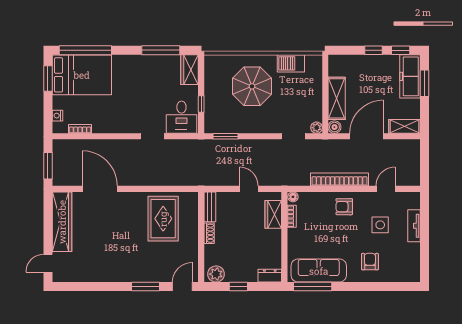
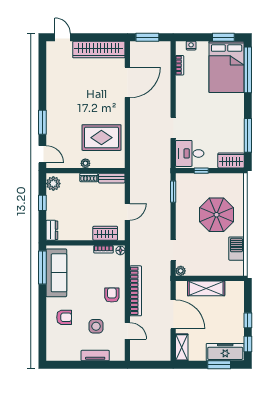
boiler: (334, 127) -> (181, 286), removed
plant: (193, 237) -> (85, 163), added

